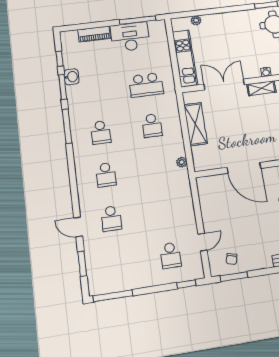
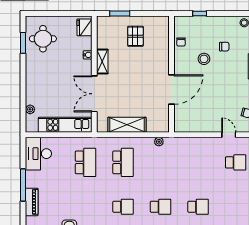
window: (138, 20) -> (23, 185), moved
desk: (130, 37) -> (38, 154), moved
school desk: (152, 125) -> (123, 162), width x1.85

